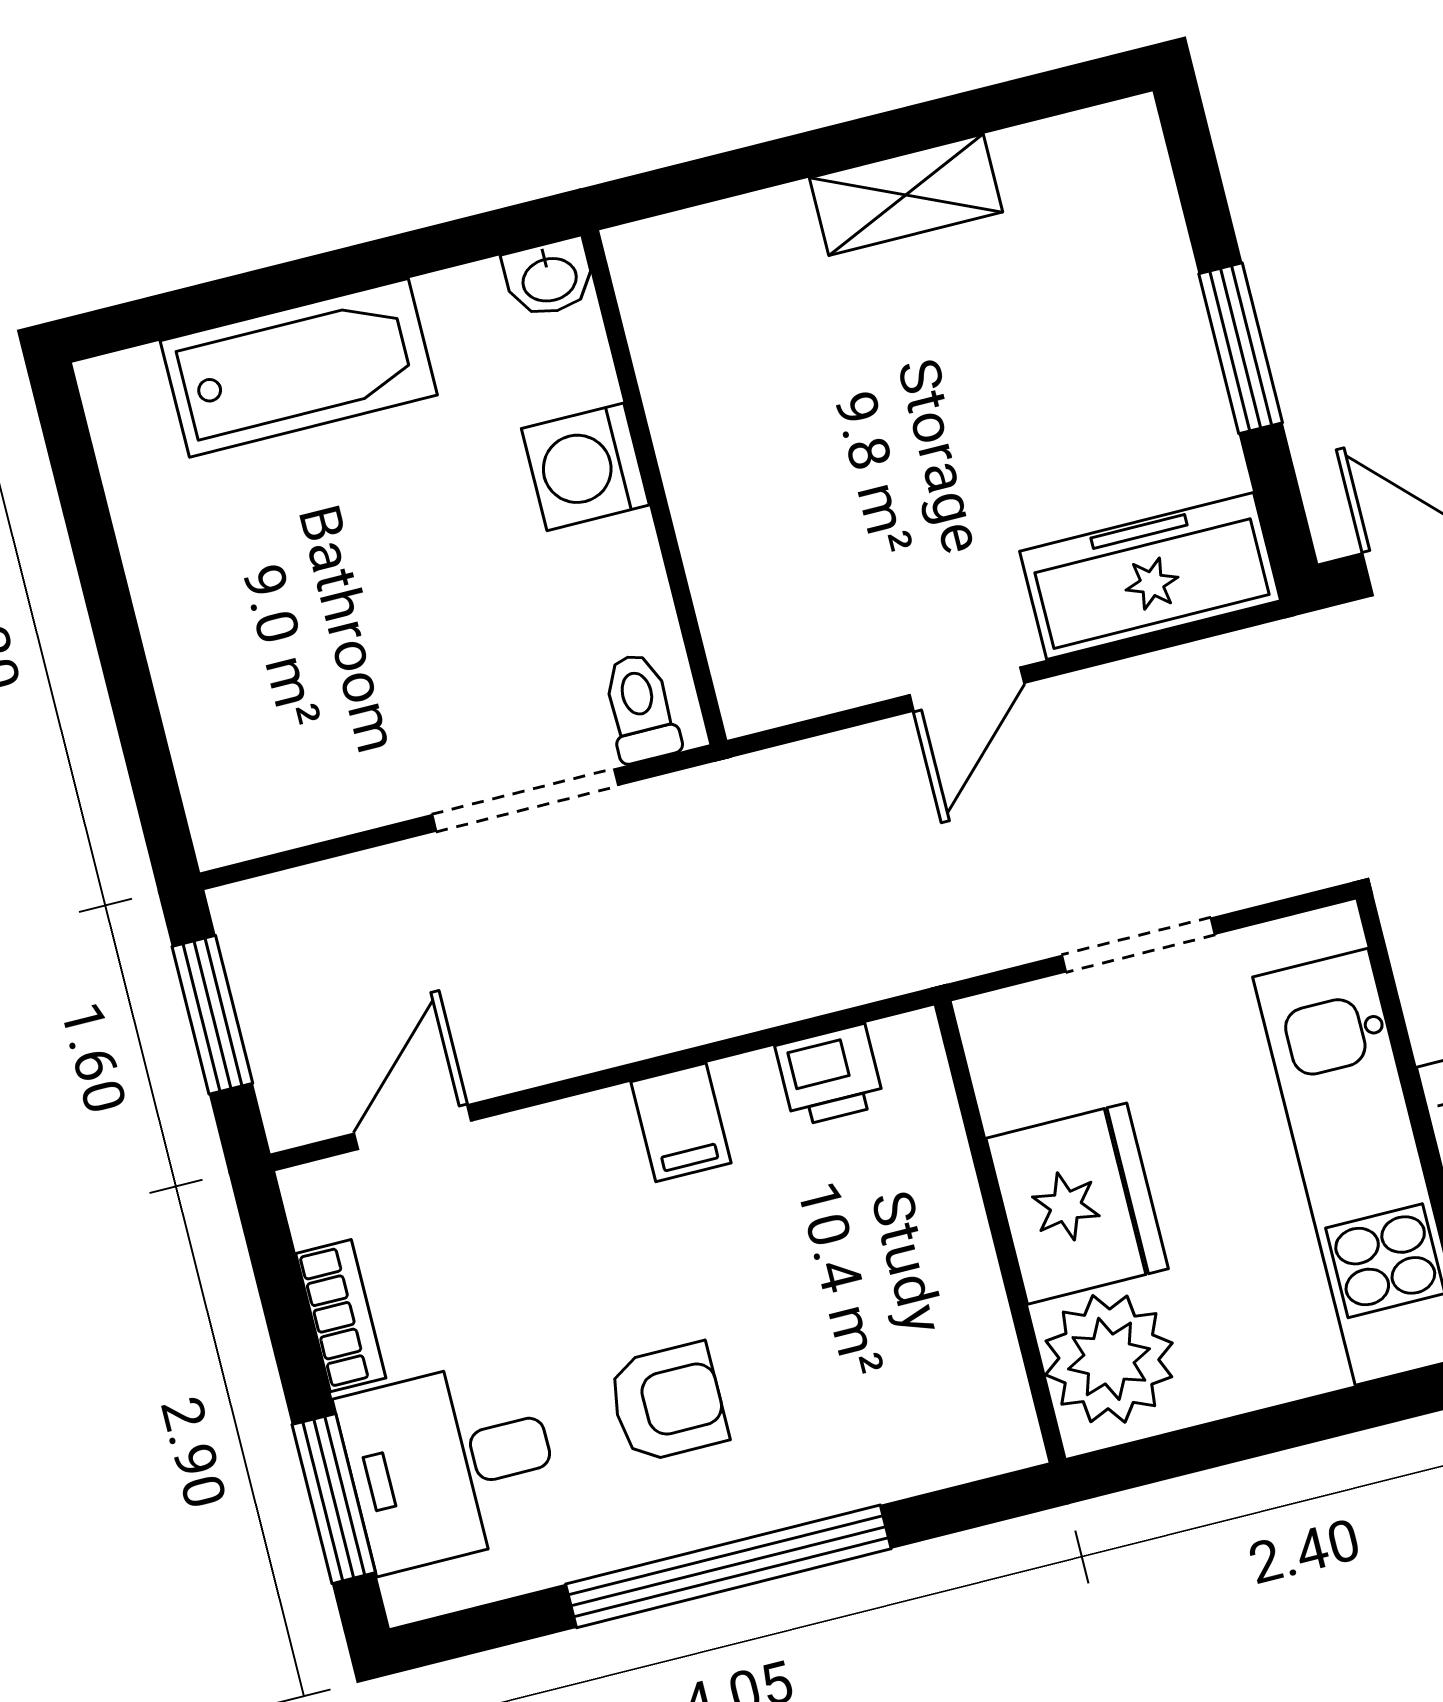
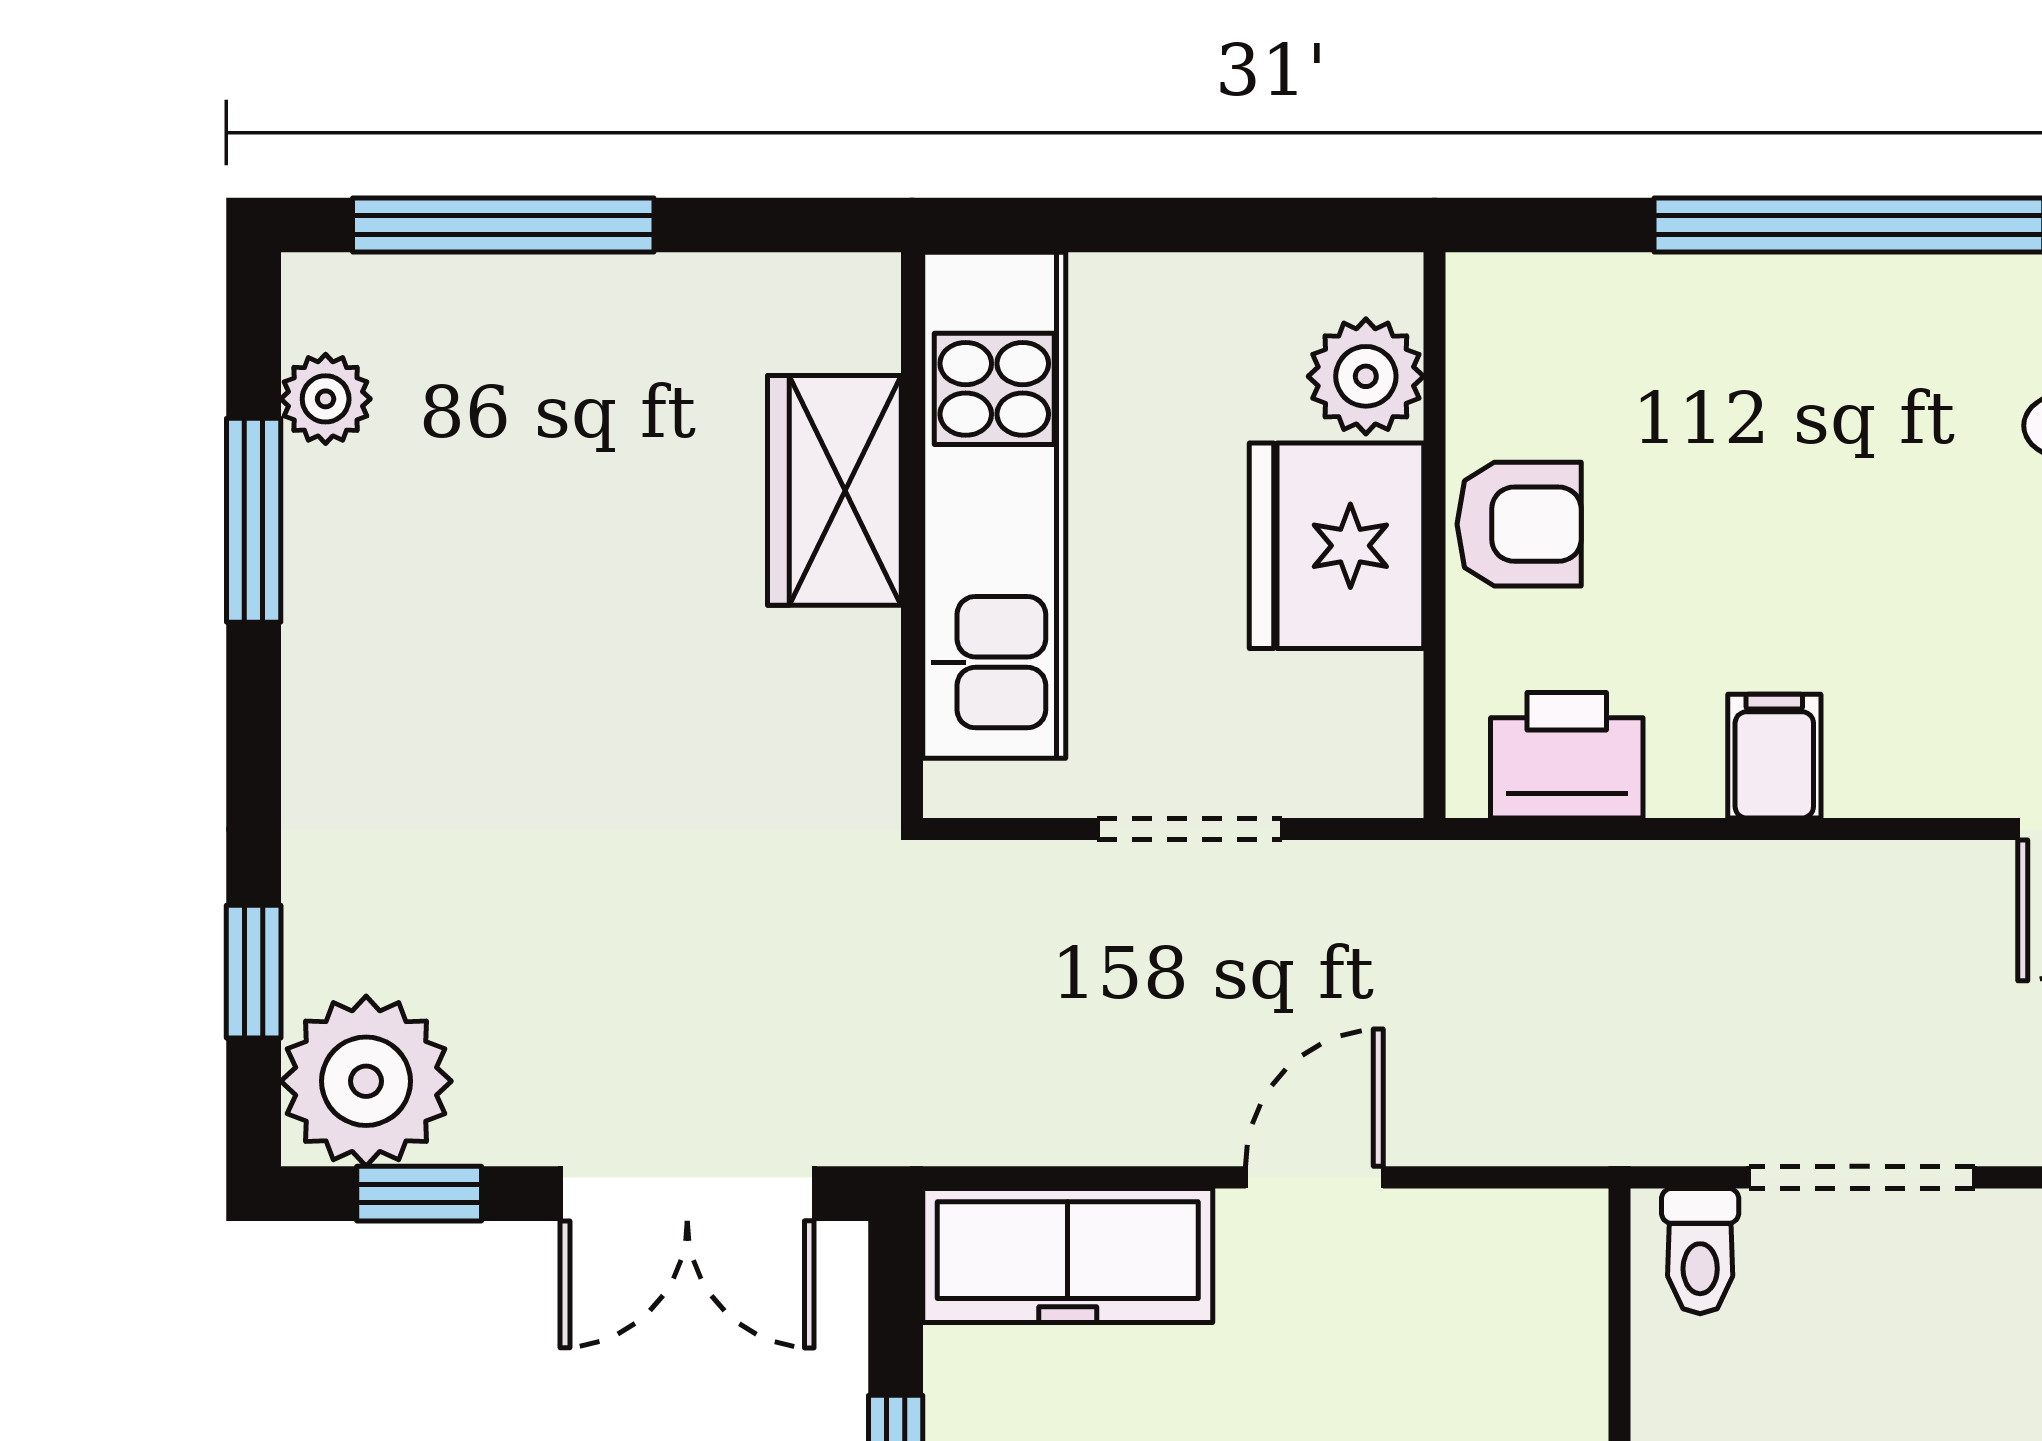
printer: (830, 1075) -> (1567, 755), width x1.36, depth x1.24
plant: (1109, 1359) -> (1366, 376), width x0.73, depth x0.73
armchair: (668, 1403) -> (1519, 524), moved, turned 180

